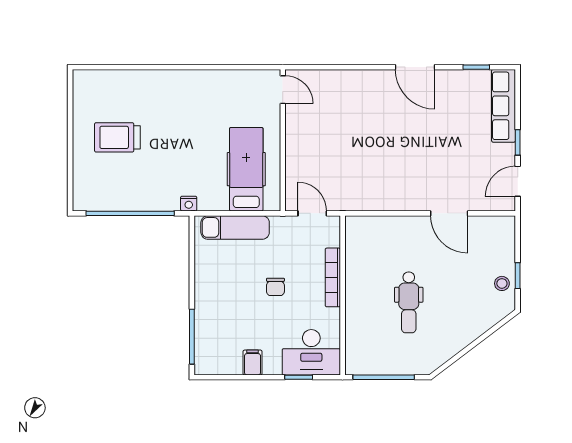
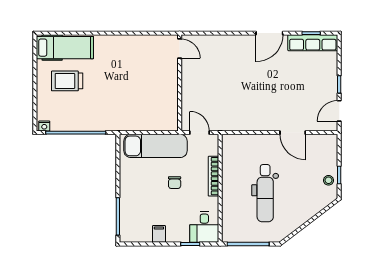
door: (415, 67) -> (269, 33), hinge flipped
row of seats: (504, 106) -> (313, 43), moved, turned -90
hospital bed: (246, 169) -> (65, 48), moved, turned 90
nightstand: (189, 204) -> (44, 126), moved
exam couch: (235, 227) -> (156, 146), width x1.36, depth x1.45
dental chair: (409, 302) -> (265, 193), width x1.36, depth x1.38
desk: (311, 352) -> (204, 227), width x0.73

